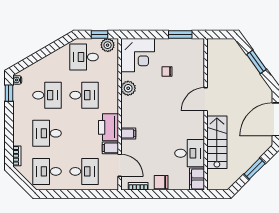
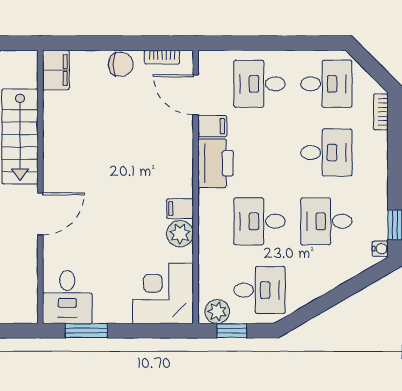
chair: (167, 71) -> (110, 264), removed
filing cabinet: (128, 134) -> (180, 209), moved
desk: (190, 153) -> (67, 297), moved, turned -90

